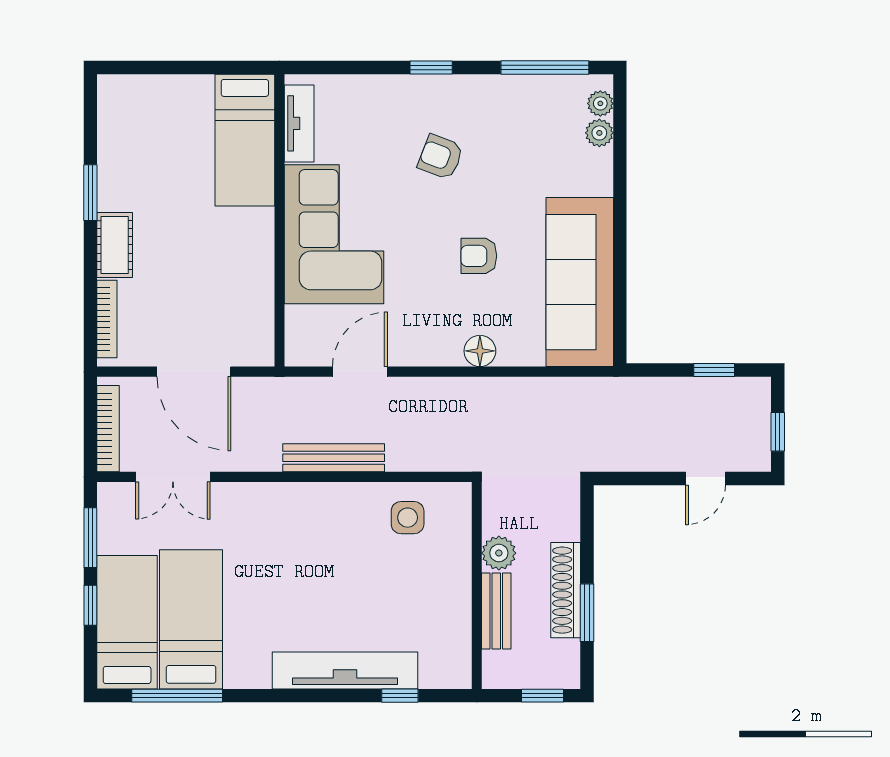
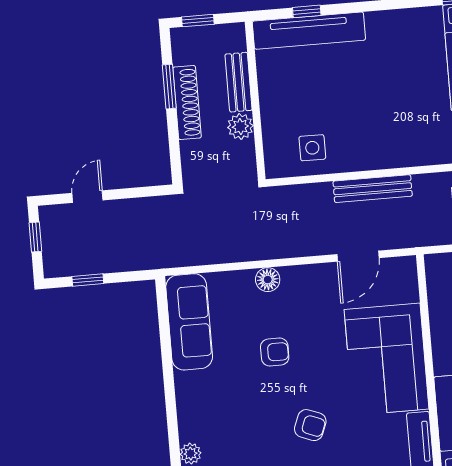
sofa: (580, 282) -> (189, 322), width x0.74, depth x0.79
tv unit: (345, 670) -> (309, 31), moved

